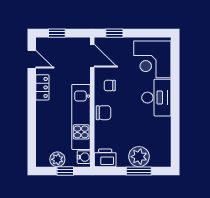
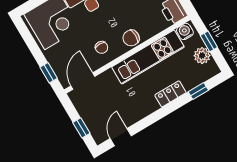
locker: (42, 87) -> (170, 94), moved
chair: (103, 113) -> (131, 38), turned -90
window: (32, 140) -> (198, 91), added

